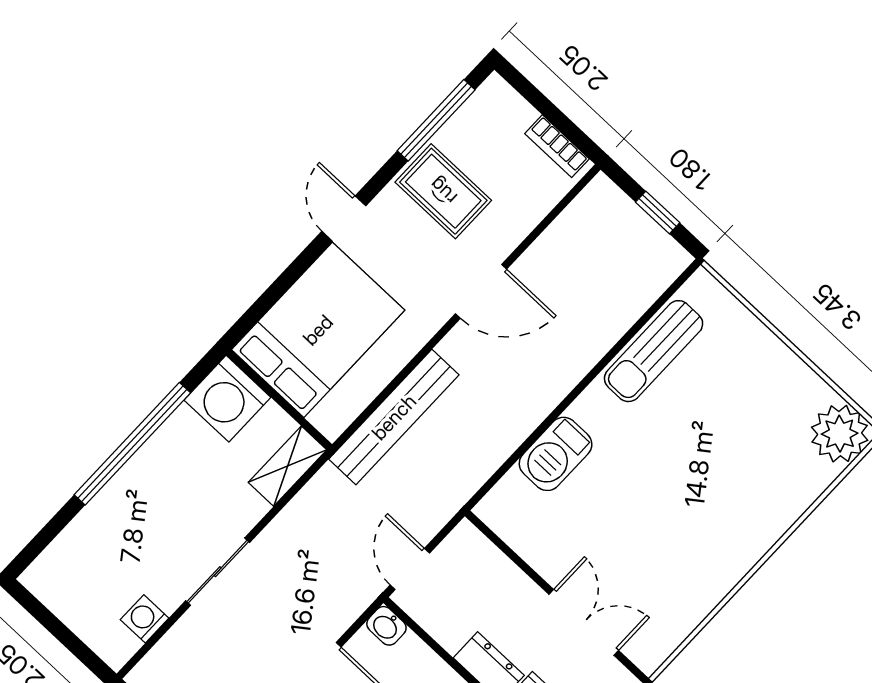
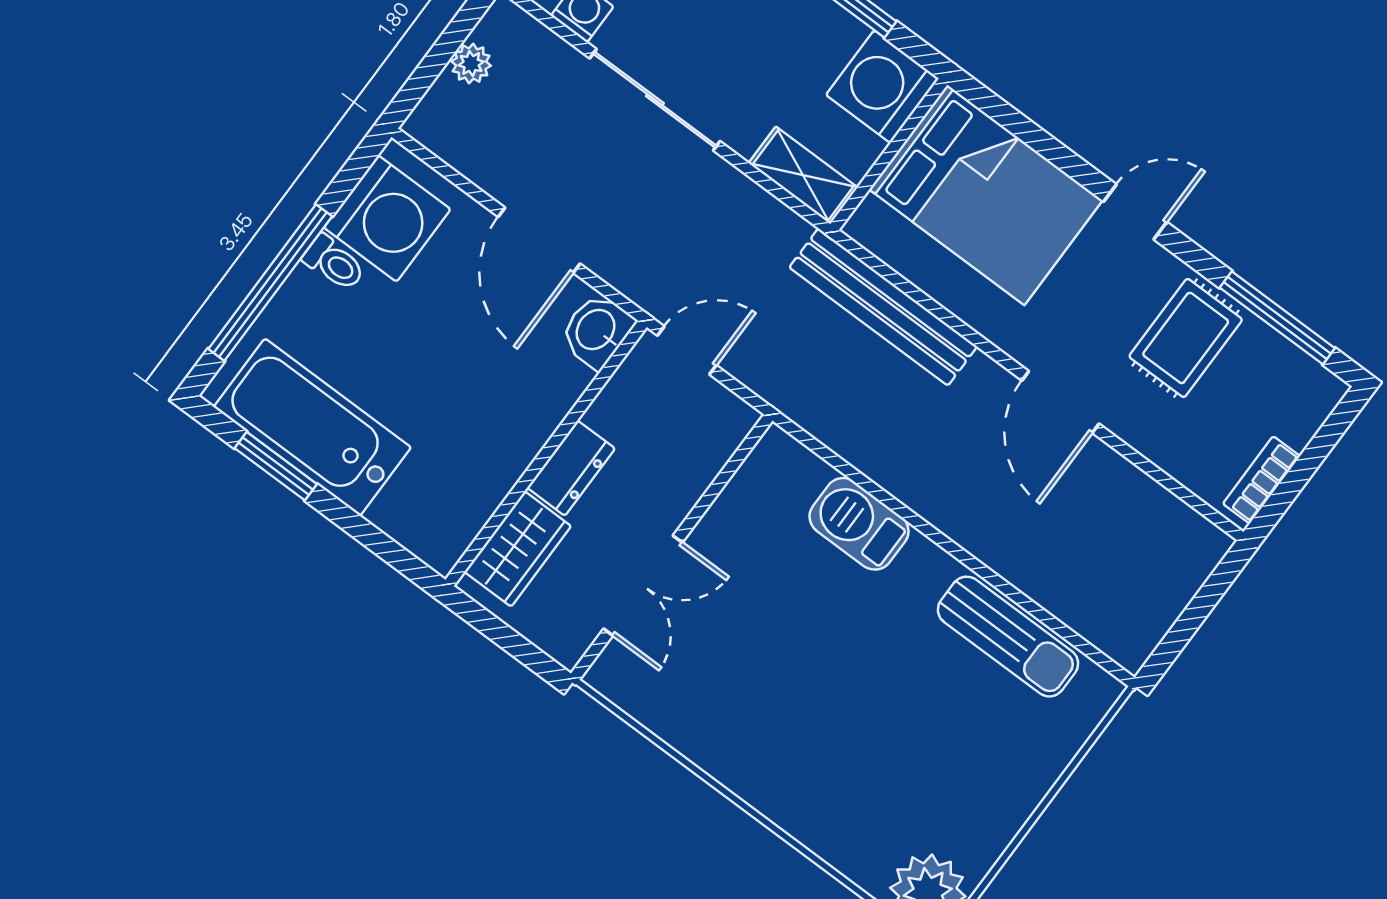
window: (658, 212) -> (1190, 621), removed
sun lounger: (654, 351) -> (1008, 637), turned 180
sliding door: (218, 572) -> (655, 100), width x1.37
washbasin: (386, 626) -> (597, 331), width x1.38, depth x1.45

